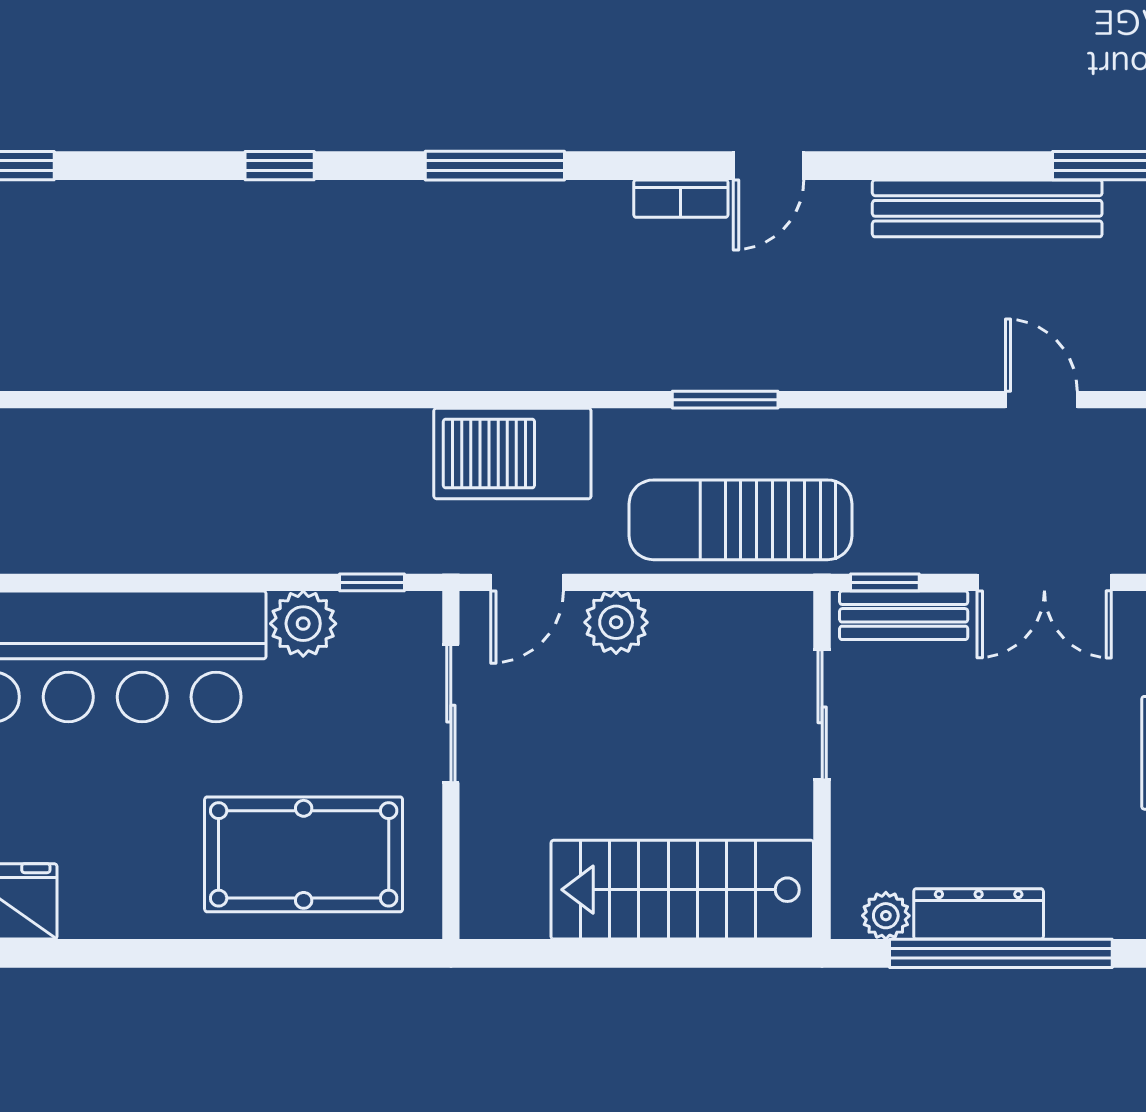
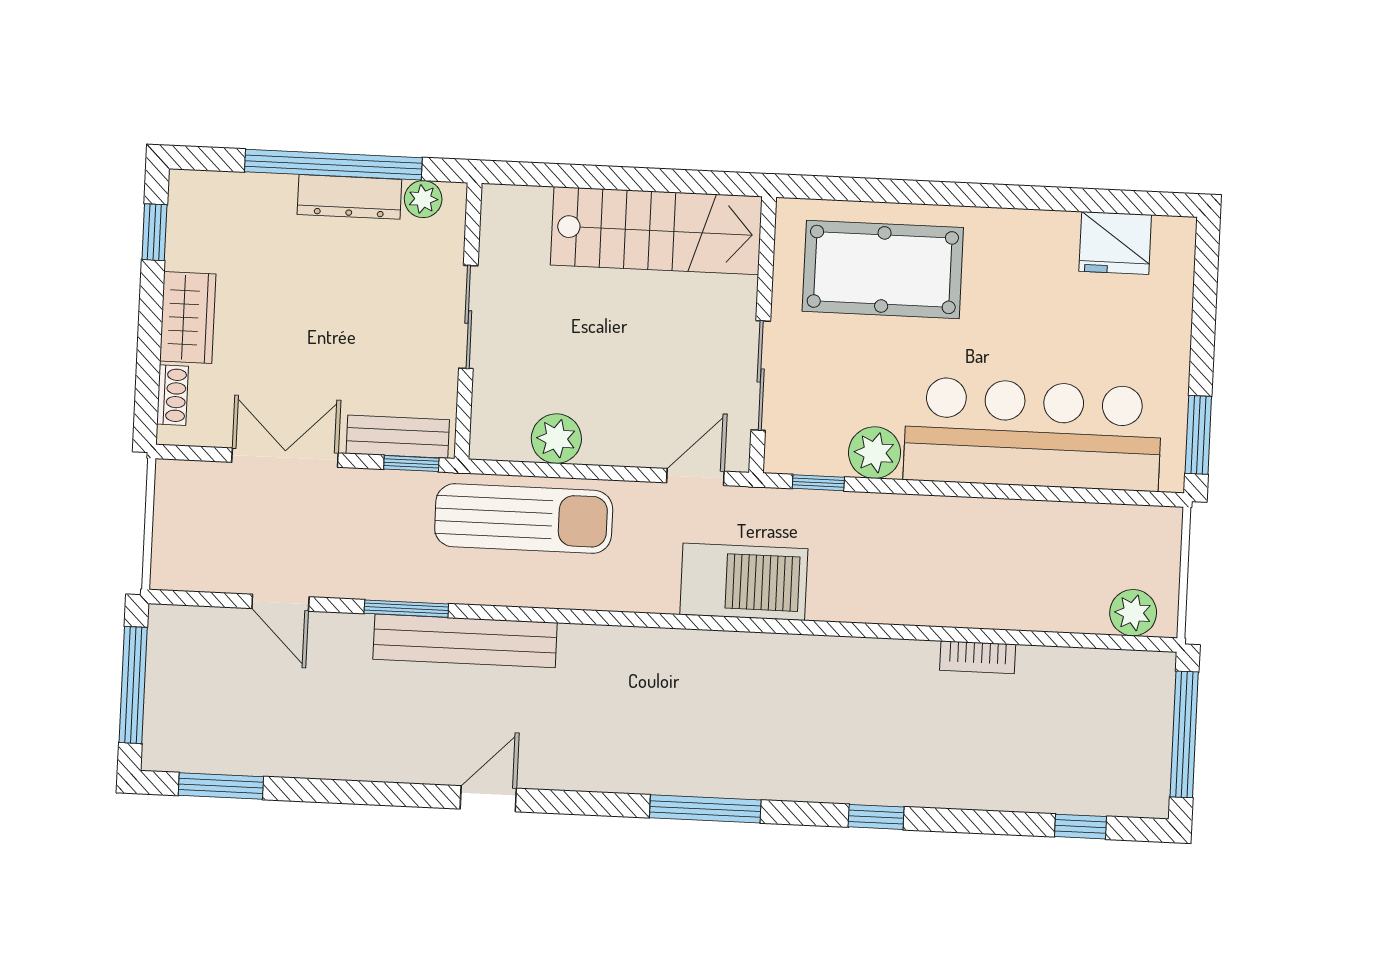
bookcase: (681, 199) -> (978, 657), moved, turned 180
bench: (987, 208) -> (465, 641), moved
window: (725, 400) -> (406, 609), moved
barbecue: (512, 453) -> (744, 582), moved
plant: (616, 622) -> (556, 439), moved
sliding door: (822, 715) -> (468, 317), moved
stairs: (682, 890) -> (656, 231), moved

